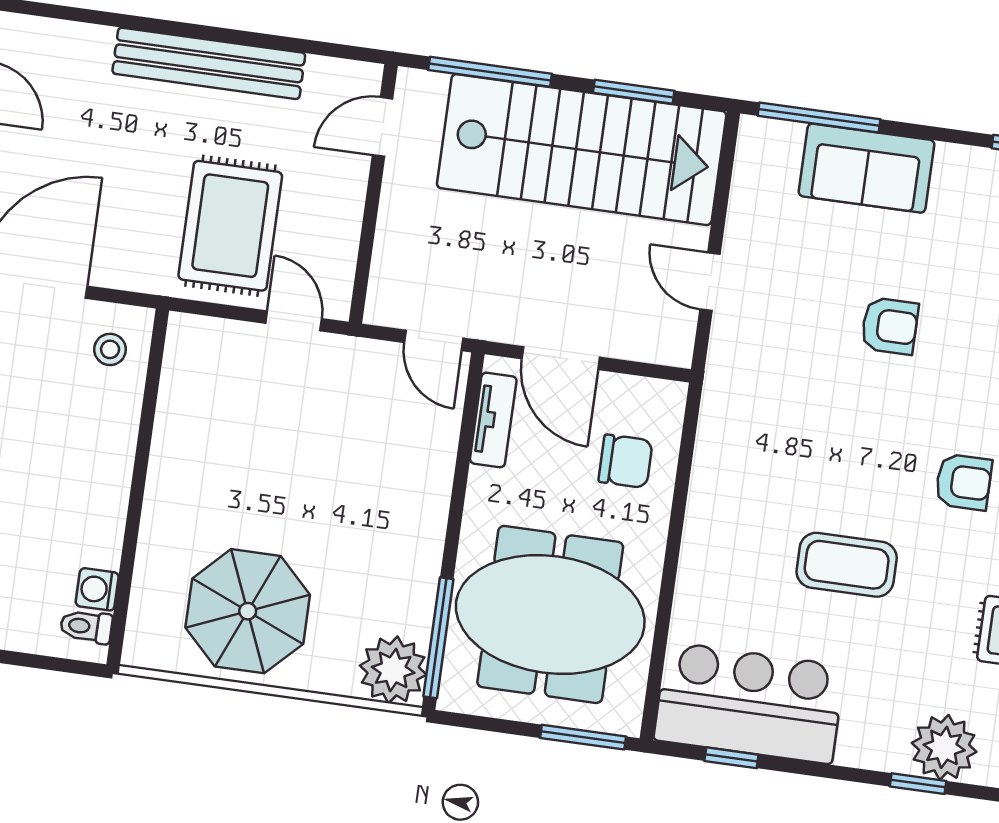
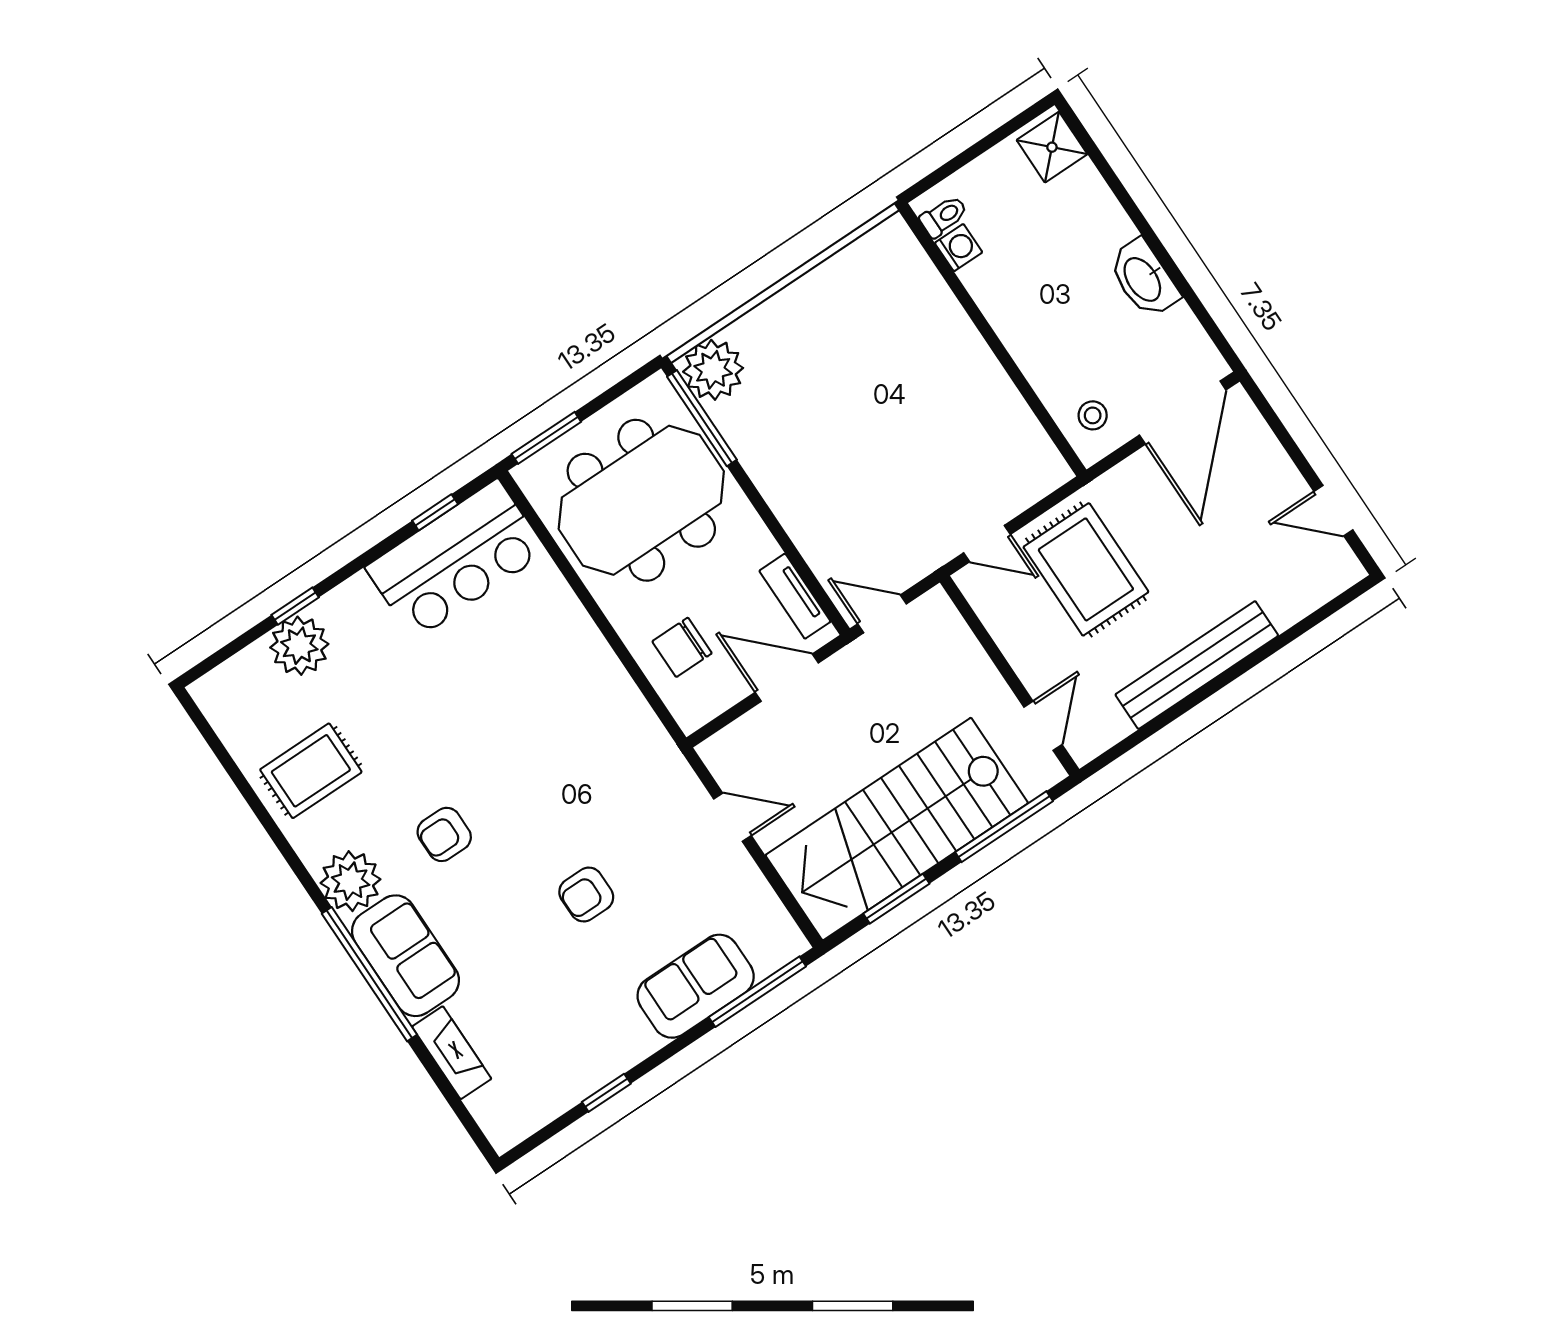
coffee table: (847, 565) -> (473, 710), removed
parasol: (248, 611) -> (845, 323), removed

